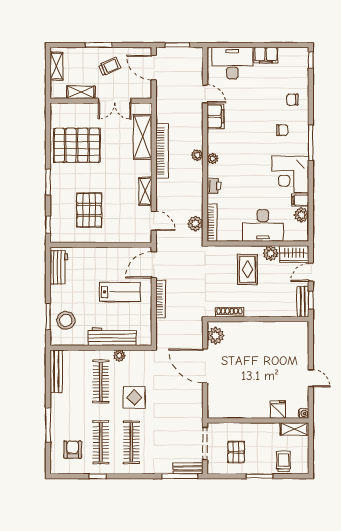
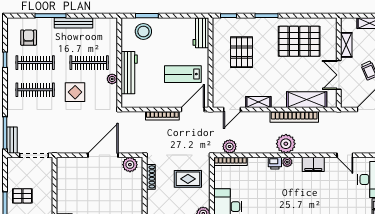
door: (205, 94) -> (345, 155), hinge flipped
filing cabinet: (215, 116) -> (313, 164), moved
pallet: (77, 145) -> (299, 41), turned 90
plant: (197, 155) -> (286, 144), width x1.88, depth x1.88
printer: (214, 186) -> (275, 163), moved
pallet: (89, 210) -> (242, 52), turned 90
door: (154, 265) -> (193, 110), hinge flipped
workbench: (59, 267) -> (201, 33), moved, turned 90
rug: (247, 269) -> (188, 179), moved
lab bench: (120, 292) -> (183, 74), moved, turned 90
bench: (56, 371) -> (74, 23), moved
armchair: (73, 450) -> (29, 38), turned -90
pallet: (236, 452) -> (22, 196), moved

